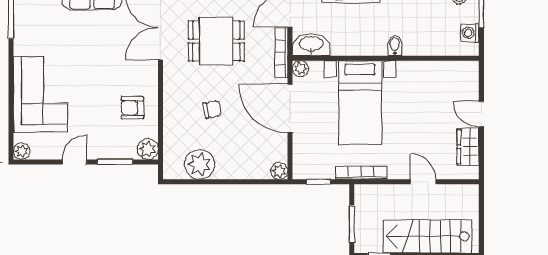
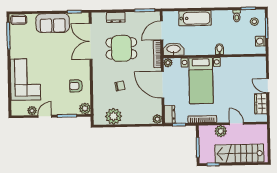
plant: (22, 151) -> (32, 111), moved
dresser: (302, 163) -> (170, 114), added
plant: (394, 195) -> (221, 131), added

